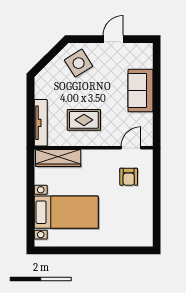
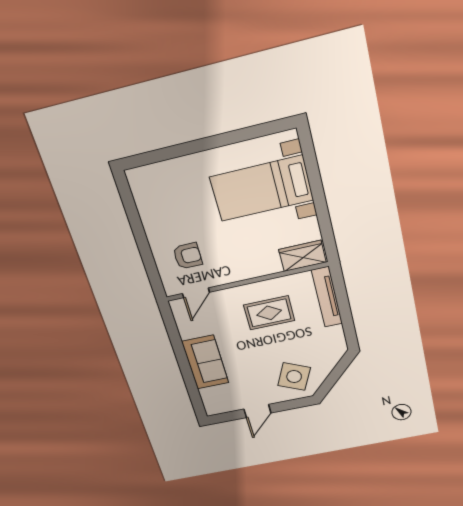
side table: (79, 63) -> (294, 377), turned -33
wardrobe: (58, 158) -> (302, 256), width x0.67
armchair: (129, 177) -> (188, 256), turned 90

